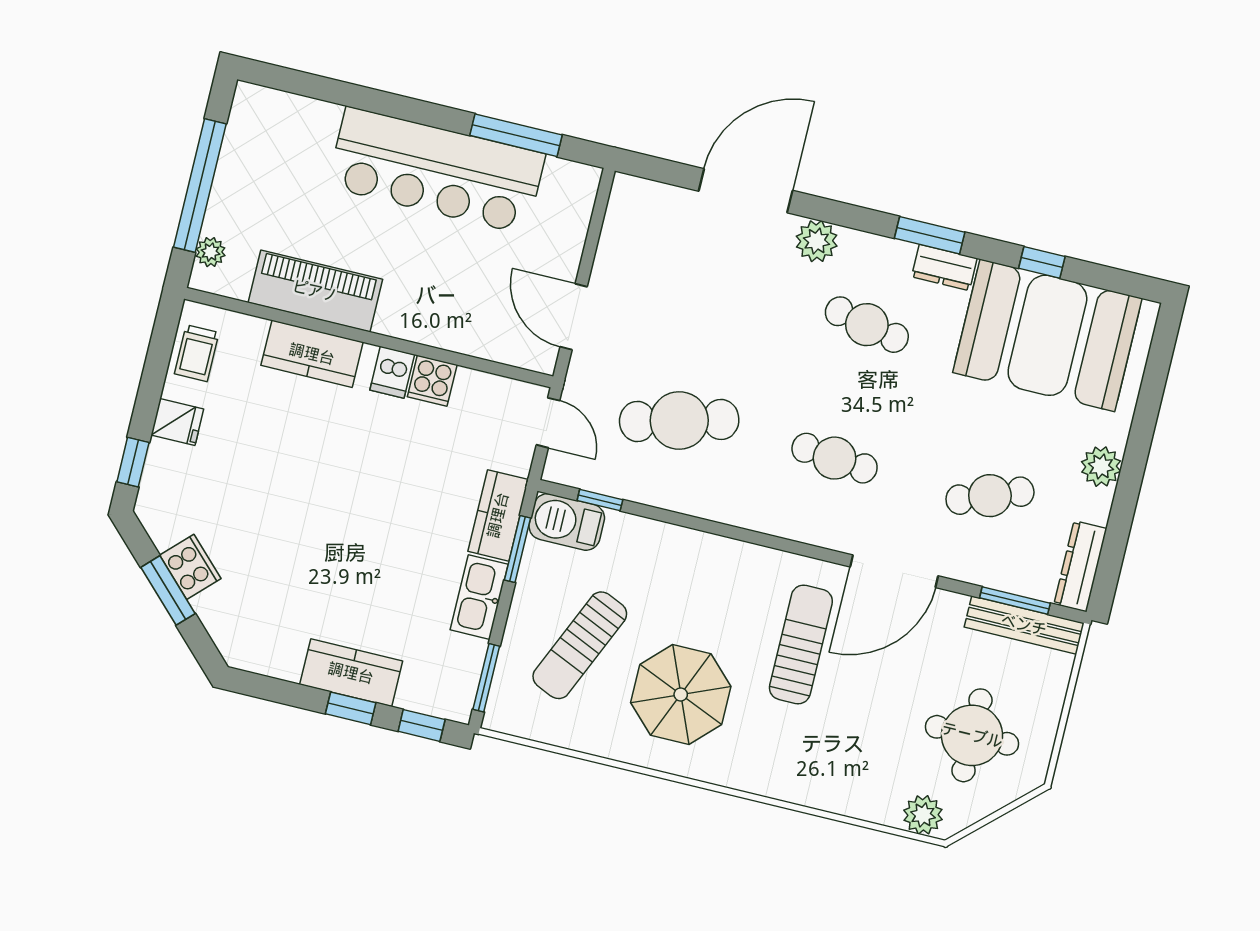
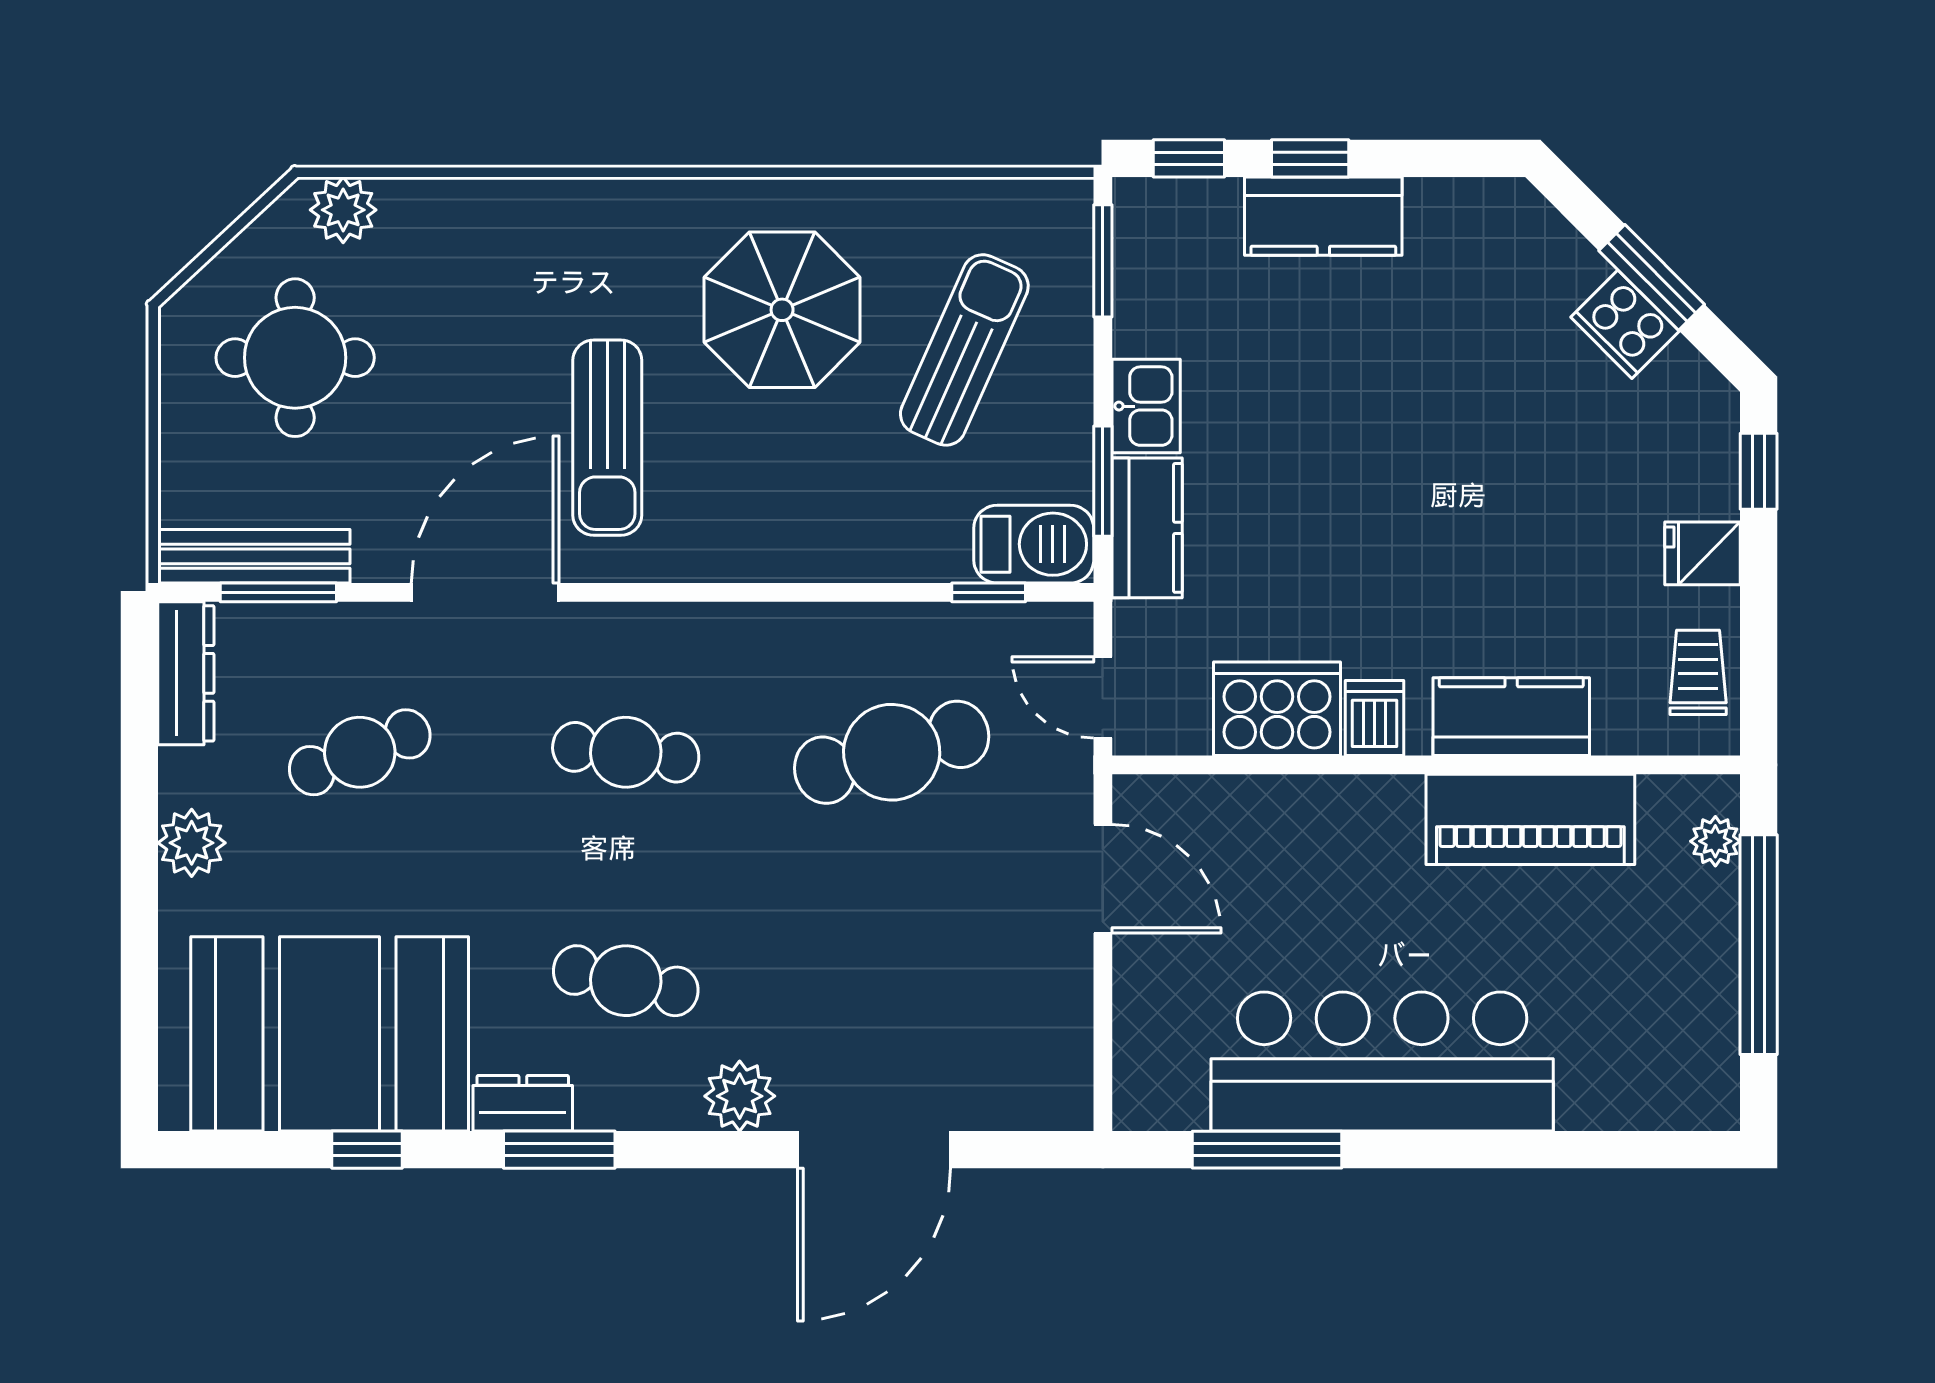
cooker: (432, 381) -> (1277, 709), width x1.87, depth x1.31
kitchen sink: (479, 597) -> (1146, 406), width x0.73

